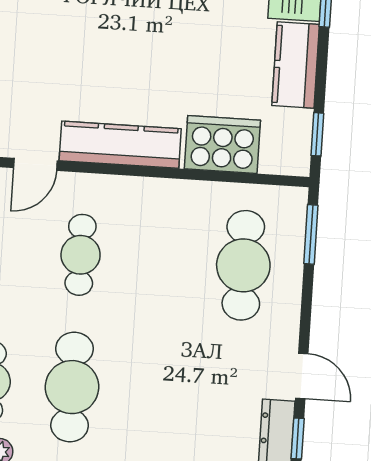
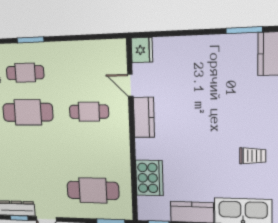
kitchen counter: (120, 145) -> (144, 117), width x0.67

